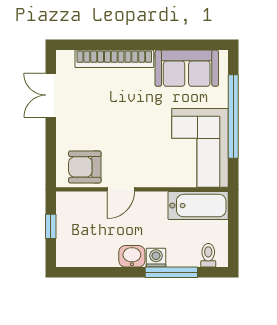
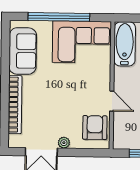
plant: (64, 125) -> (64, 143), added
armchair: (85, 167) -> (95, 128), turned 180

